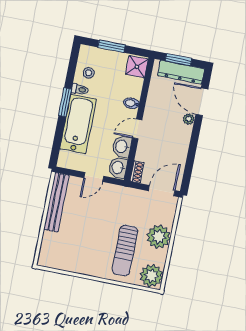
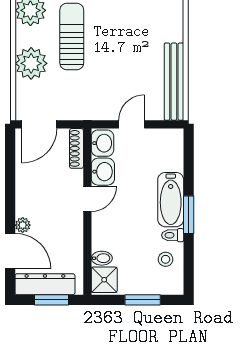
bidet: (131, 103) -> (102, 258), moved
bathtub: (78, 124) -> (171, 200), width x0.73, depth x0.73
shoe rack: (137, 172) -> (76, 148), width x1.43

